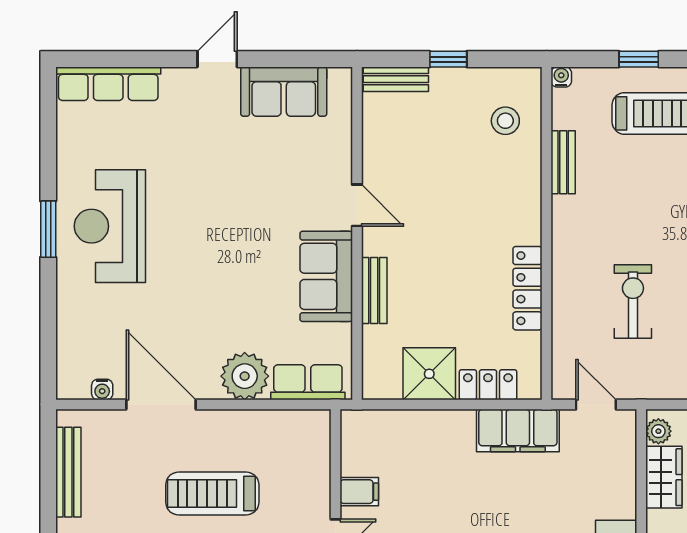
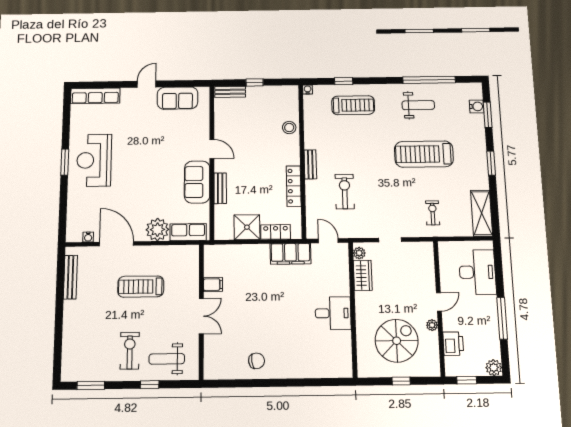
stool: (505, 121) -> (289, 128), moved
bench: (563, 162) -> (310, 164), moved

